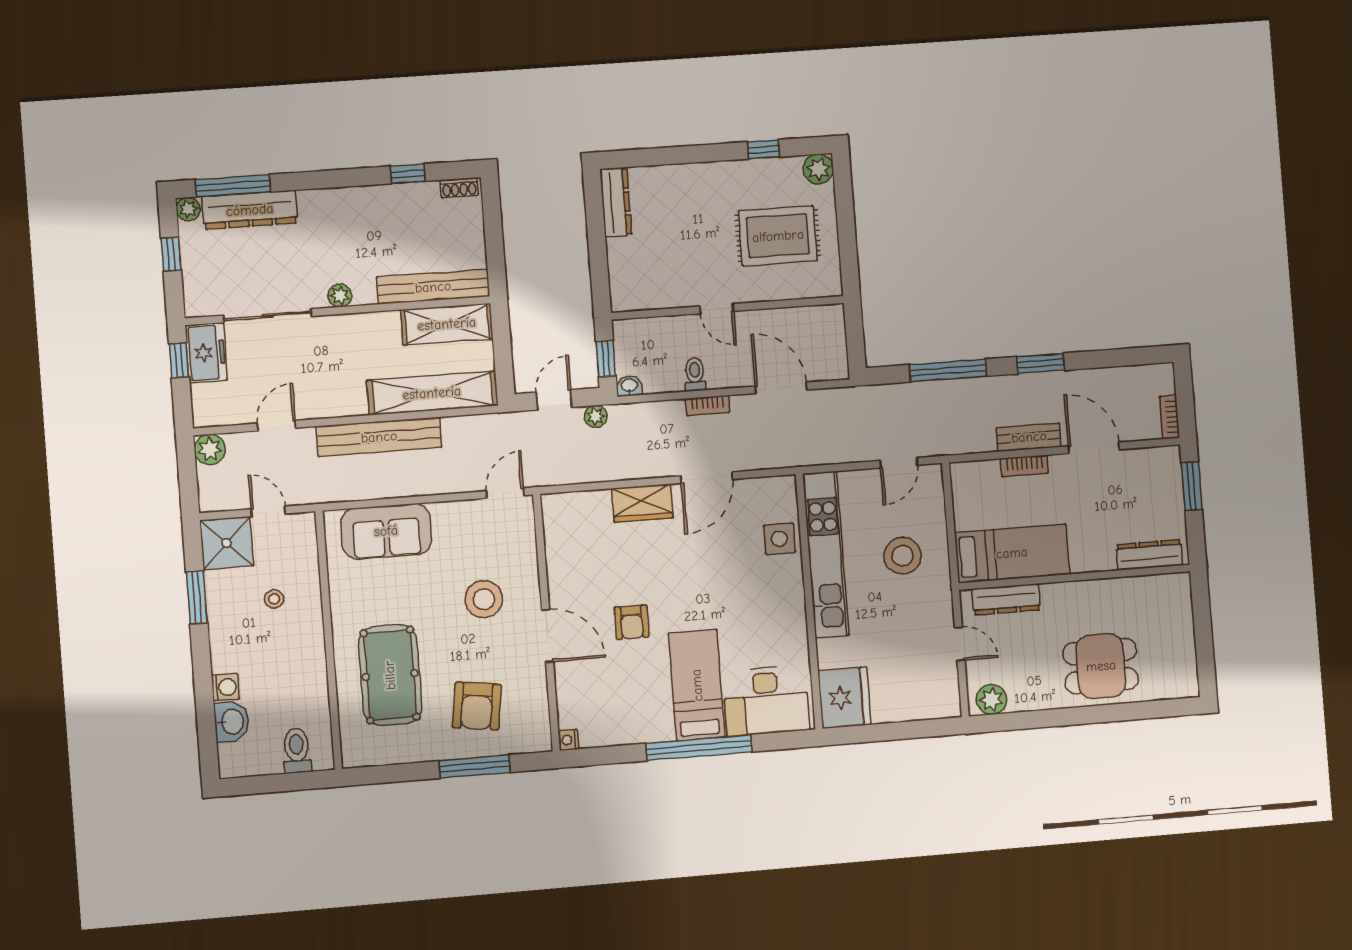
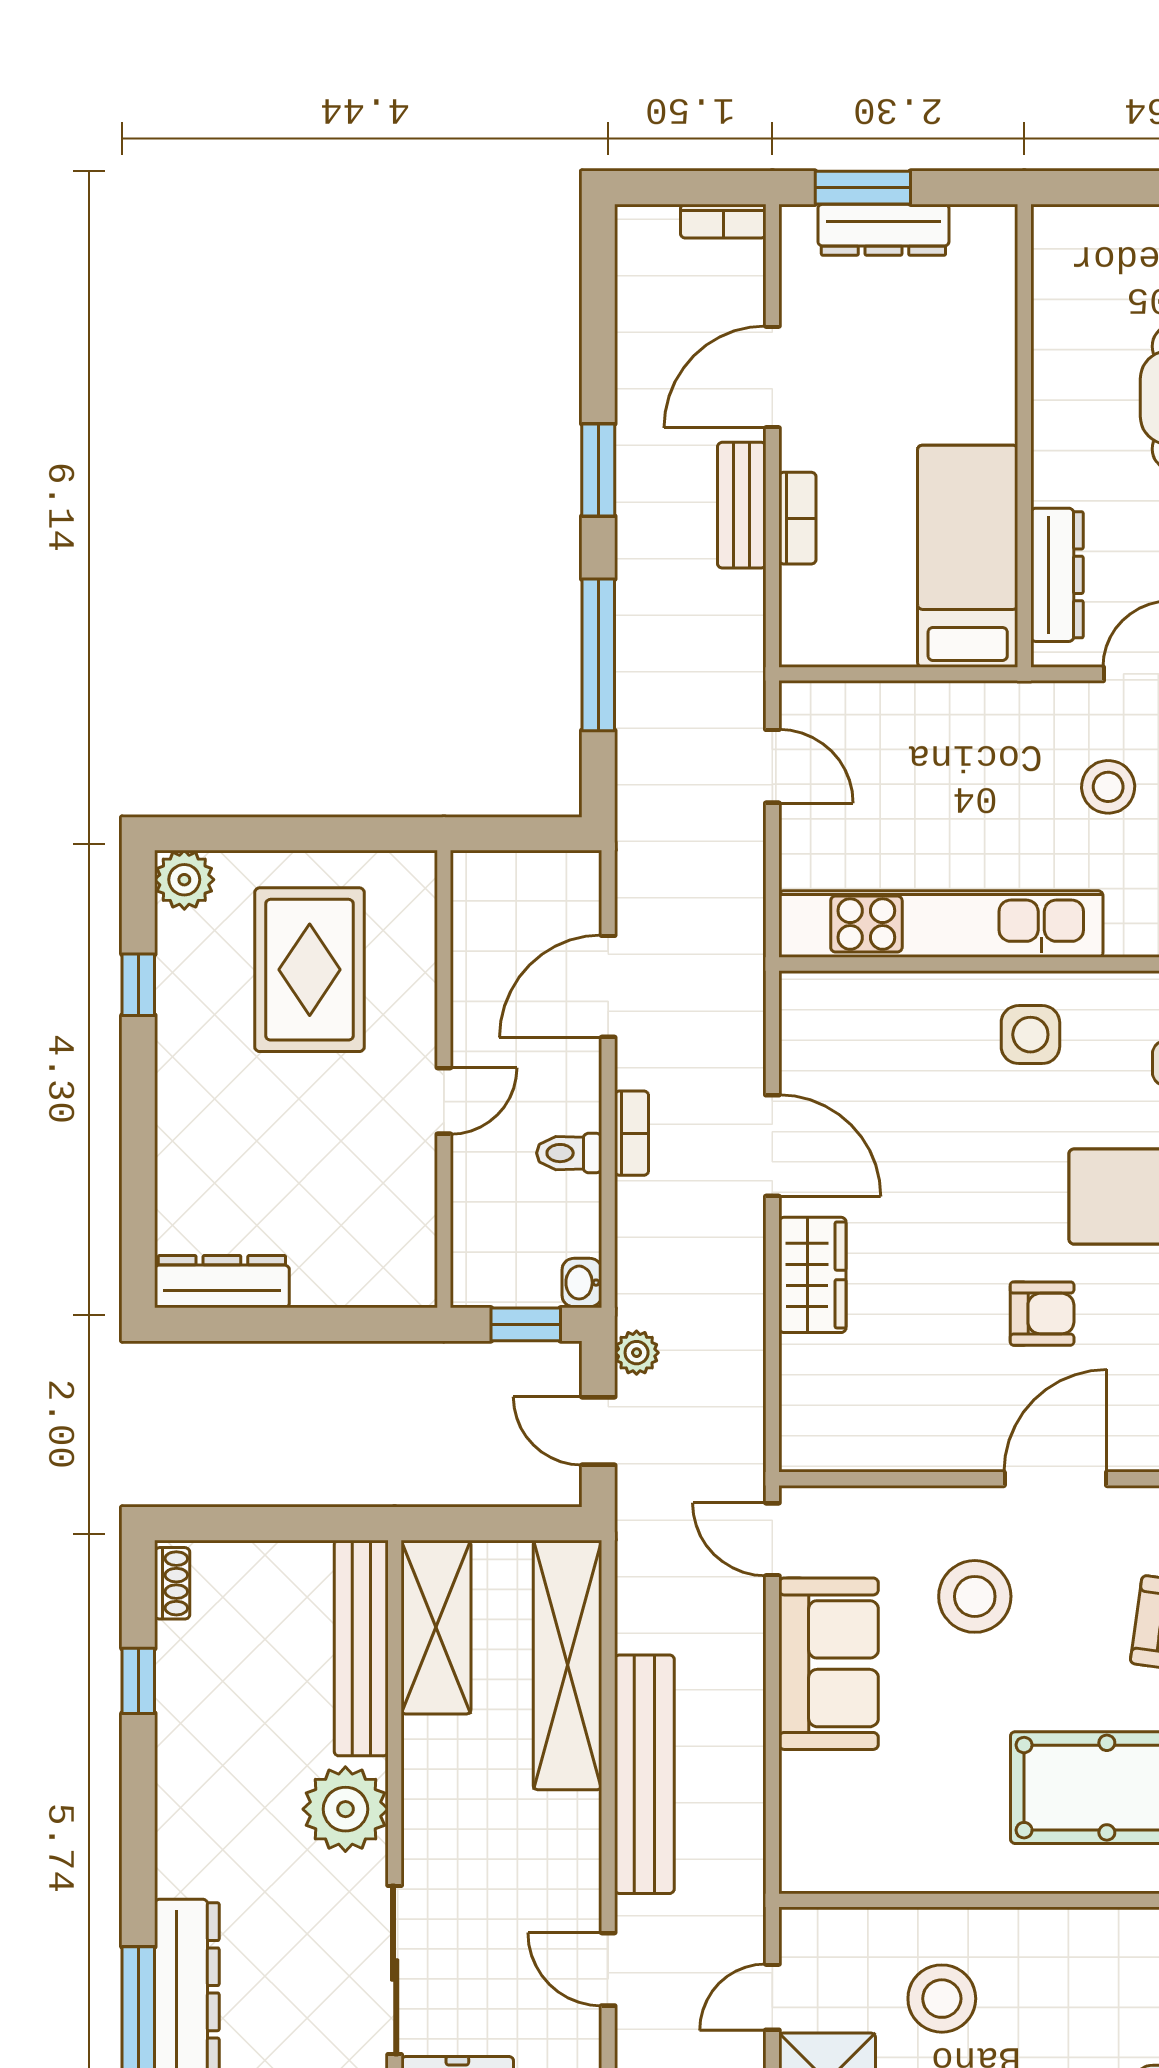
plant: (340, 295) -> (345, 1809), width x1.87, depth x1.87
sofa: (386, 531) -> (829, 1664), moved
side table: (779, 539) -> (1030, 1035), moved
dresser: (1149, 555) -> (883, 230), moved, turned -90
stool: (903, 556) -> (1108, 787), moved, width x0.73, depth x0.73
stool: (274, 599) -> (942, 1999), width x1.89, depth x1.89

